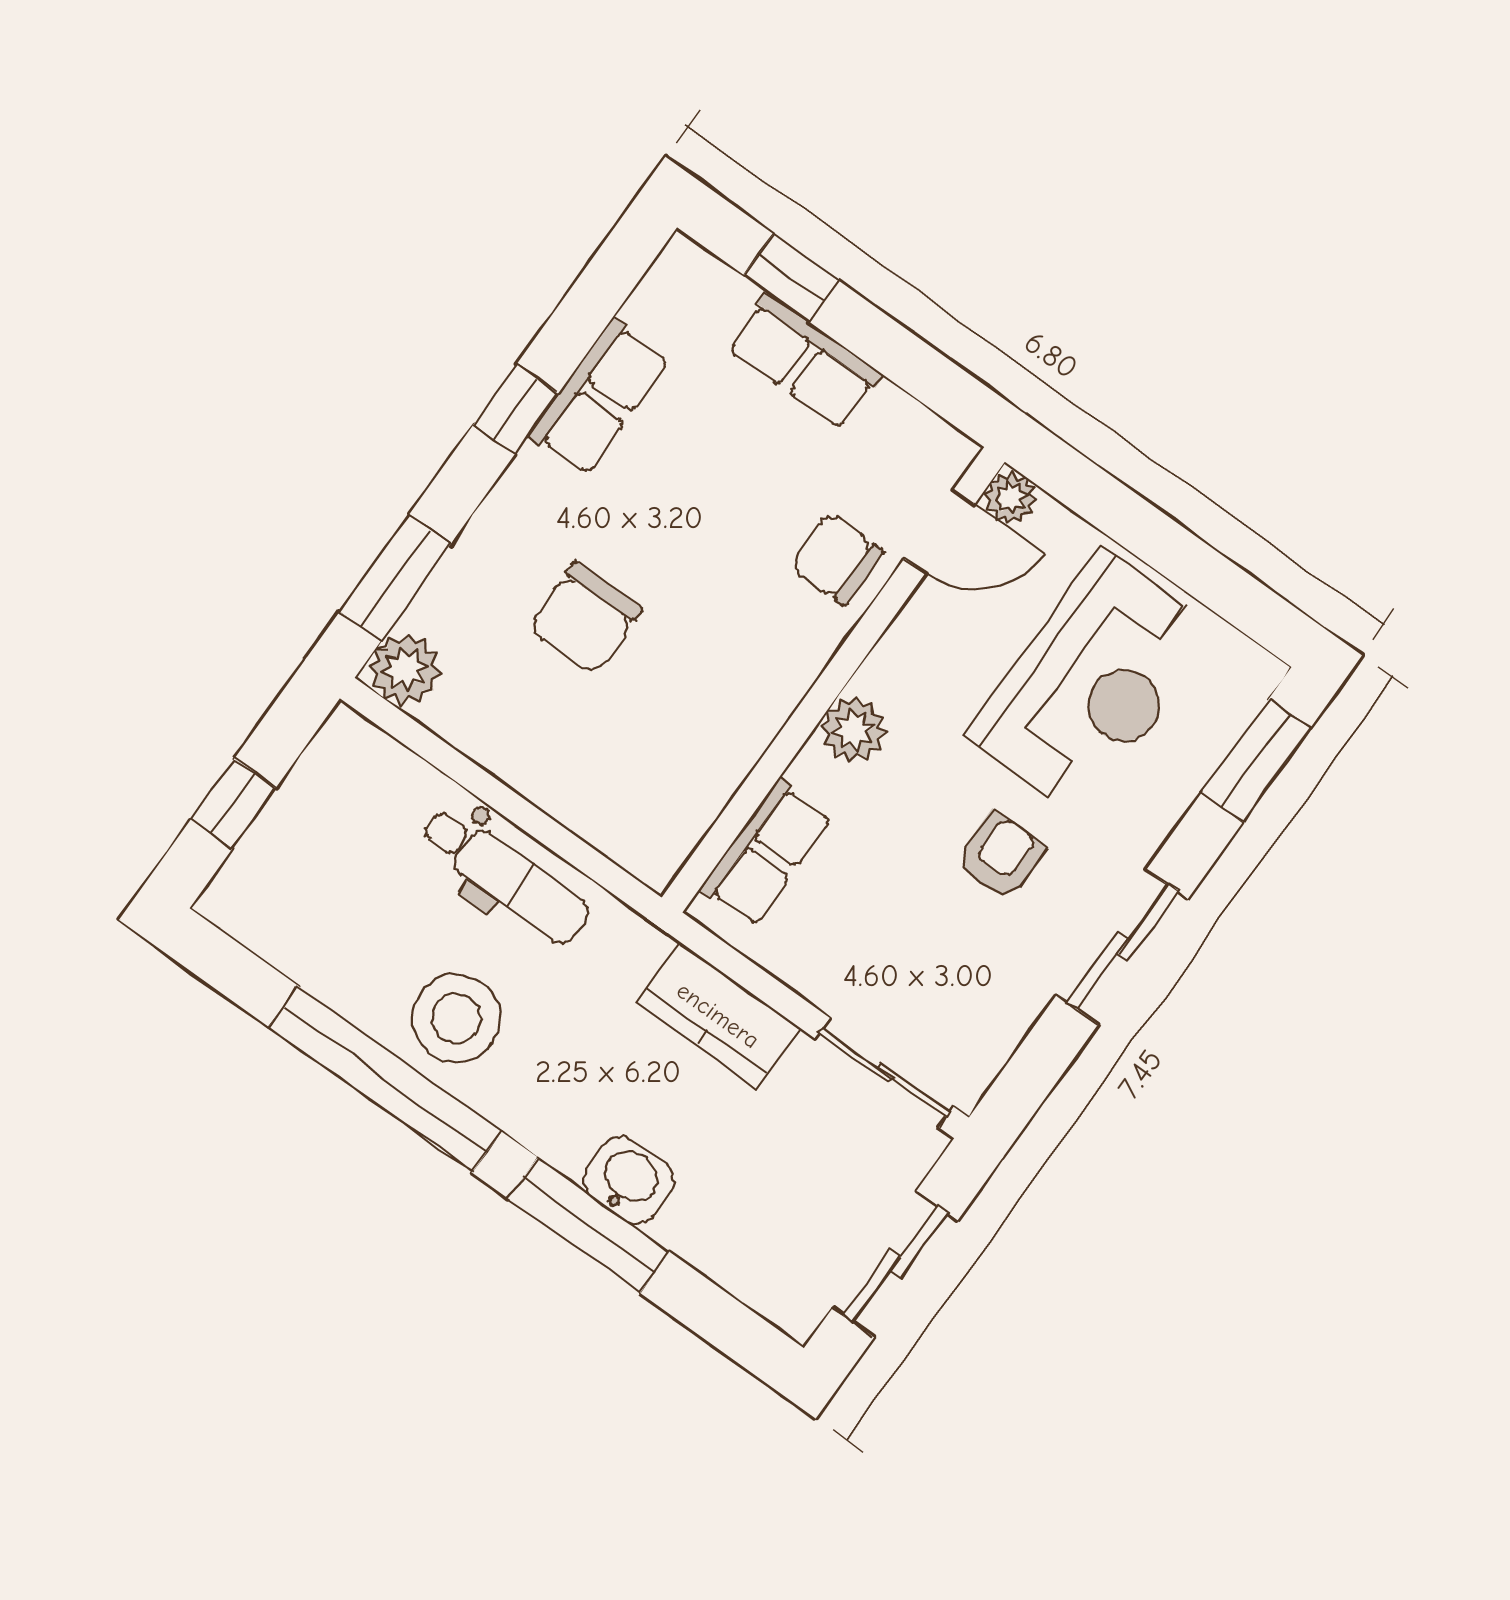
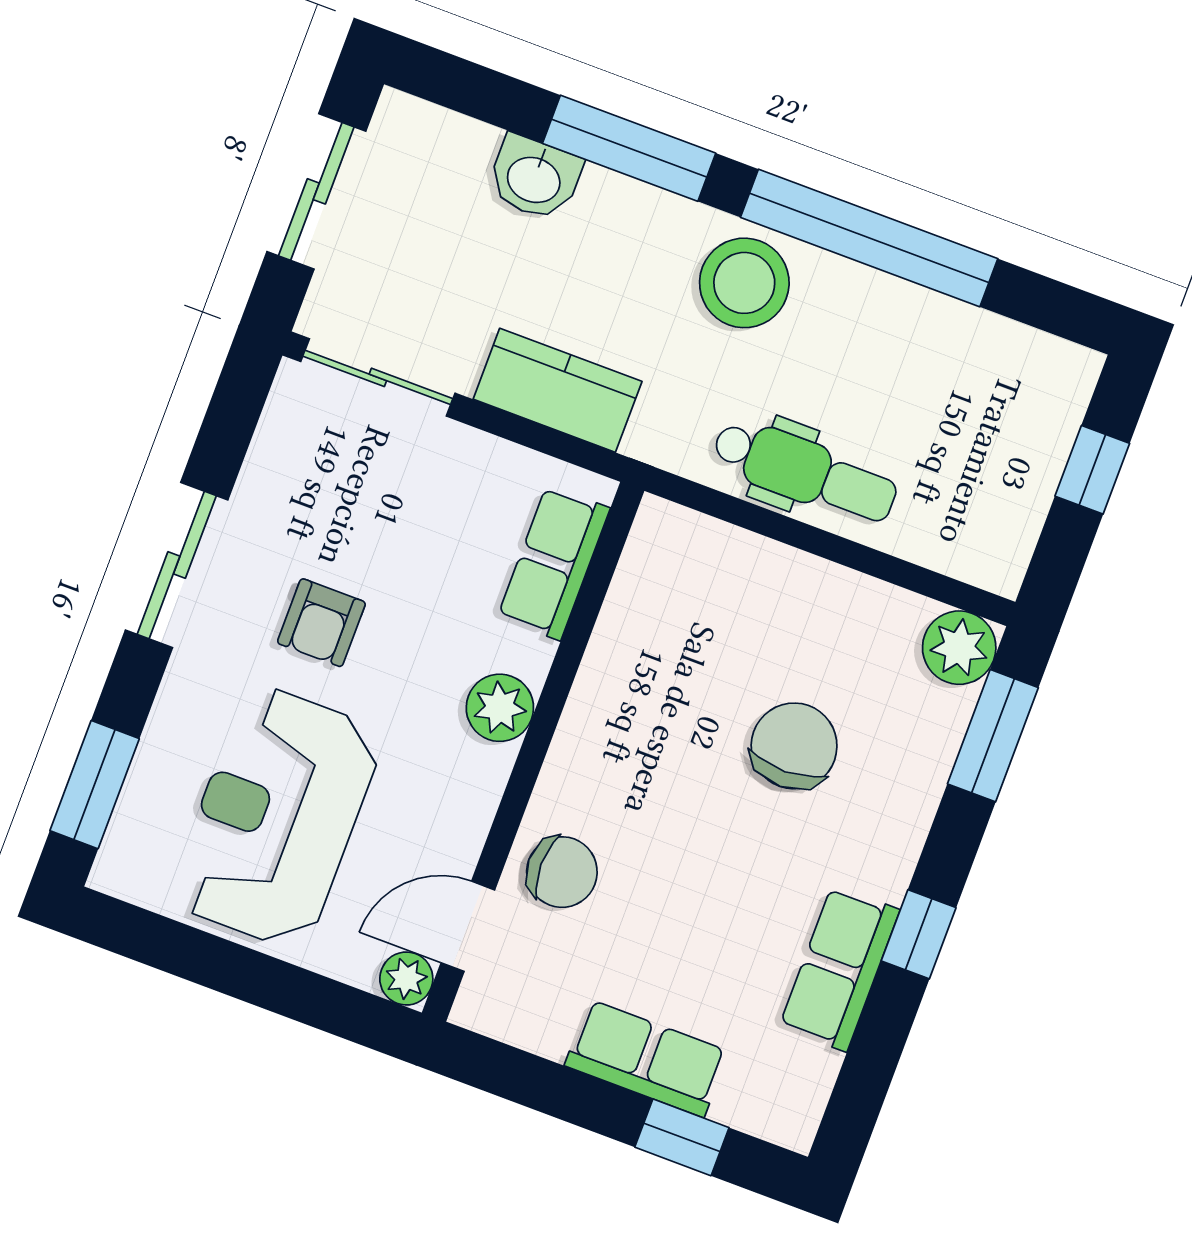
dental chair: (505, 875) -> (805, 472), turned 180
stool: (456, 1018) -> (744, 283), moved
washbasin: (629, 1180) -> (534, 178), moved

